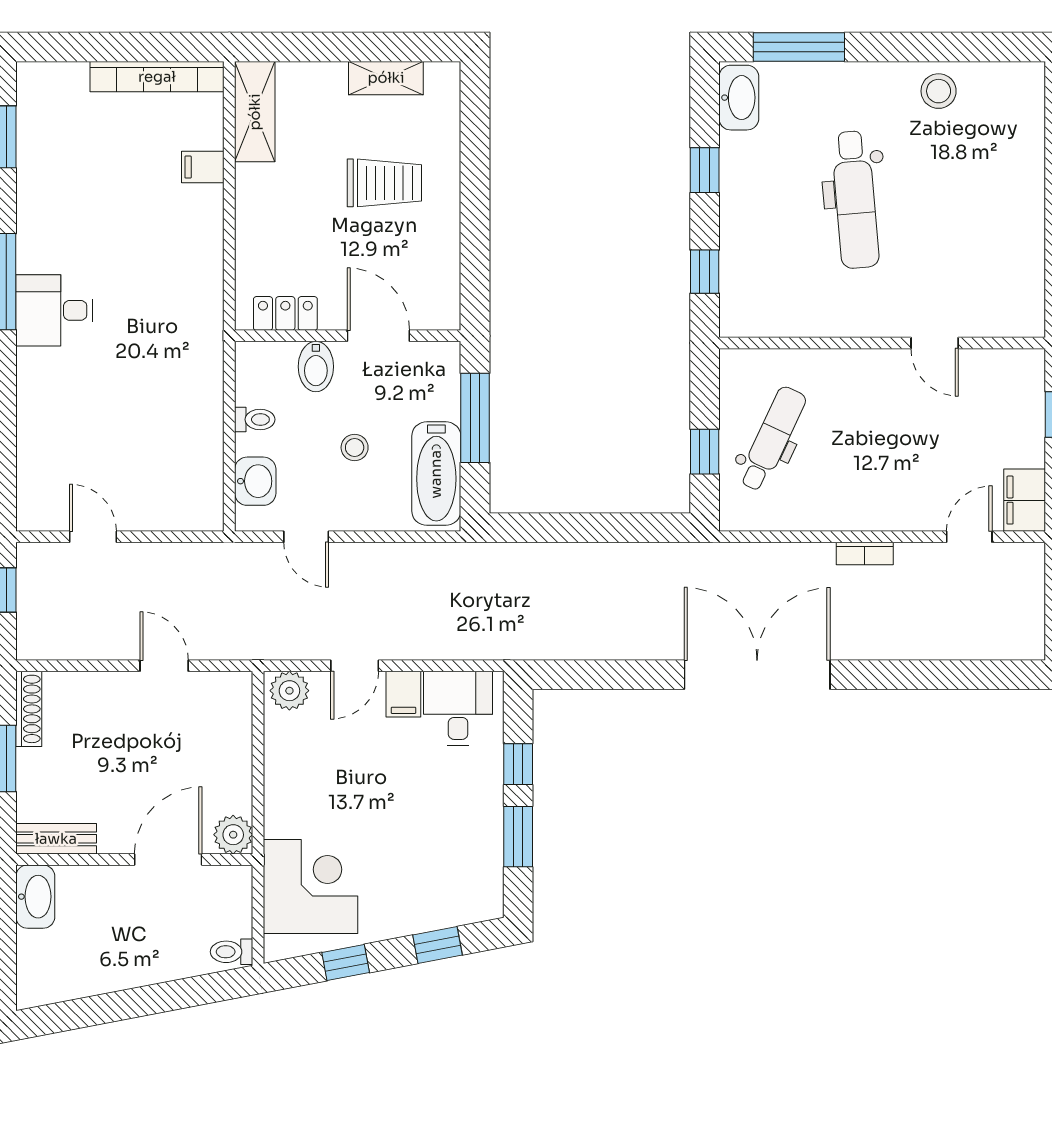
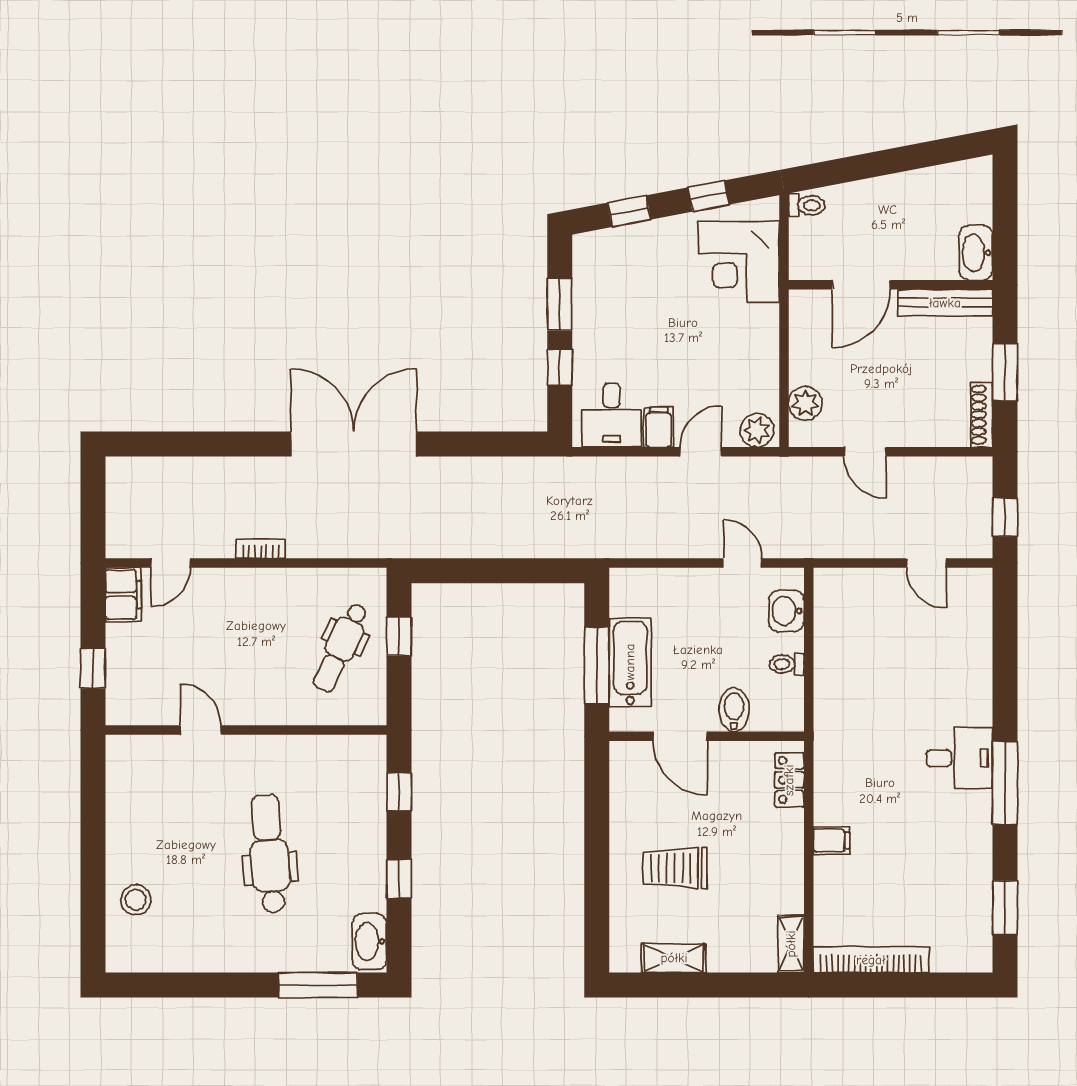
stool: (939, 91) -> (136, 900), moved
shelving: (255, 112) -> (791, 944), width x0.67, depth x0.75
filing cabinet: (203, 167) -> (831, 841), moved
locker: (285, 313) -> (789, 780), moved, turned 90
stool: (355, 448) -> (701, 640), removed
bathtub: (436, 474) -> (630, 662), moved
double door: (757, 675) -> (354, 444), swing flipped
plant: (233, 835) -> (805, 403), moved
bench: (56, 839) -> (945, 303), width x1.36

